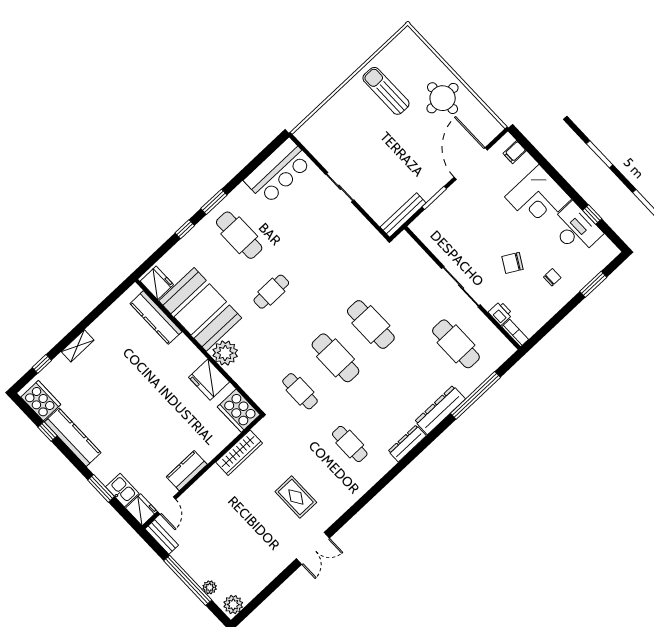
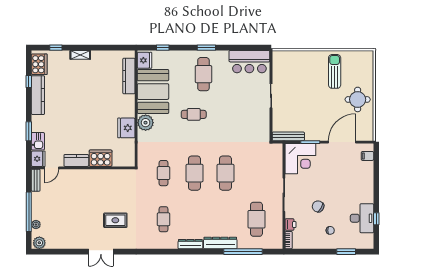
corner desk: (538, 198) -> (300, 159), moved, turned -90
window: (185, 229) -> (163, 48), moved
cooker: (239, 411) -> (101, 158), moved, turned 90
wardrobe: (239, 453) -> (108, 175), removed
rug: (296, 497) -> (115, 220), turned 90

